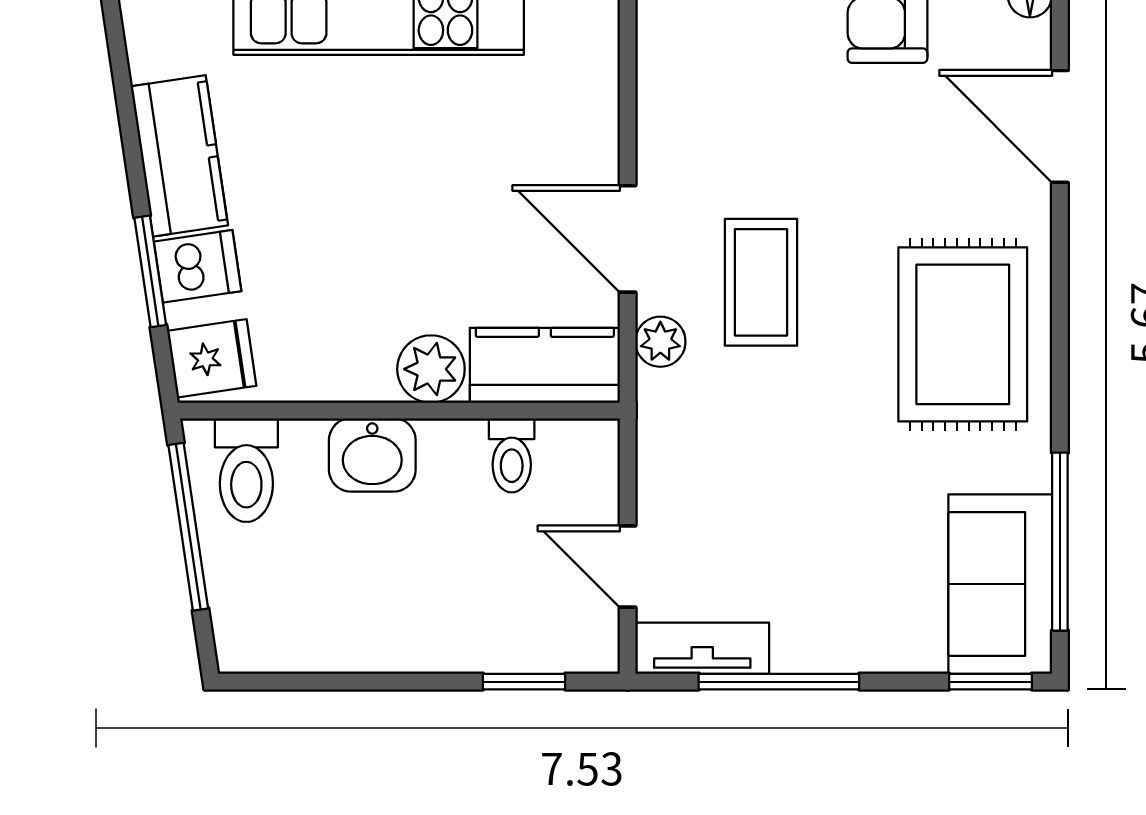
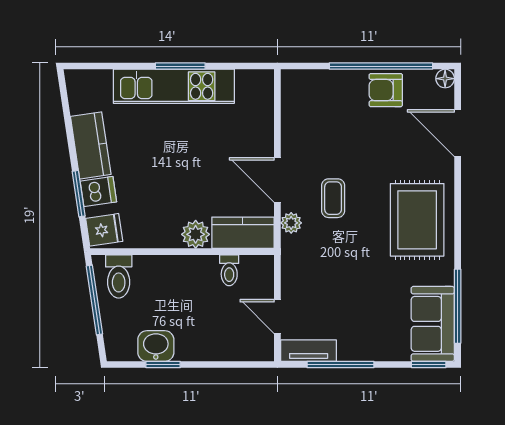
coffee table: (761, 282) -> (333, 198), width x0.73, depth x0.77
washbasin: (372, 455) -> (156, 346), moved, turned 180
window: (524, 682) -> (163, 365), moved

